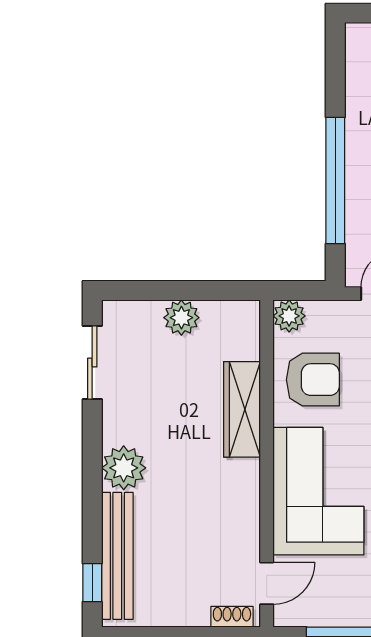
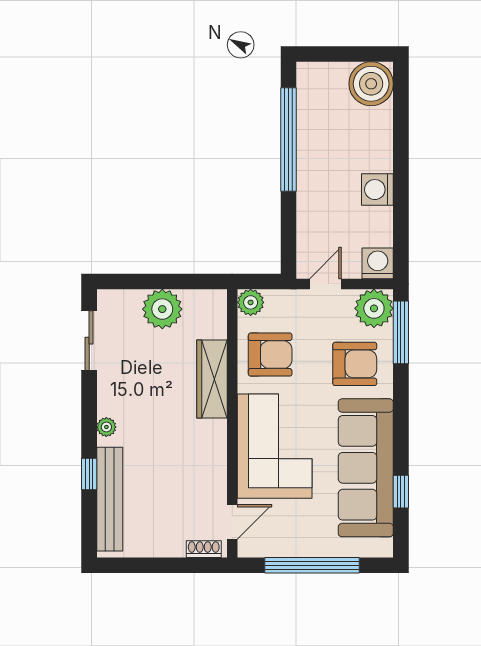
window: (335, 180) -> (288, 139), moved
plant: (181, 318) -> (162, 309), width x1.36, depth x1.36
plant: (124, 468) -> (106, 427), width x0.53, depth x0.53
window: (92, 583) -> (89, 474), moved

